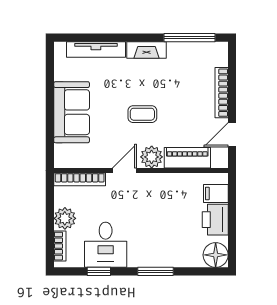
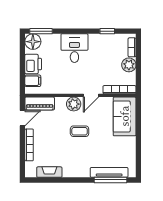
window: (190, 38) -> (111, 180), moved
fireplace: (147, 50) -> (49, 172), moved
sofa: (72, 112) -> (125, 116), moved
piano: (187, 158) -> (40, 103), moved
desk: (106, 245) -> (74, 48), moved
window: (155, 271) -> (41, 31), moved

